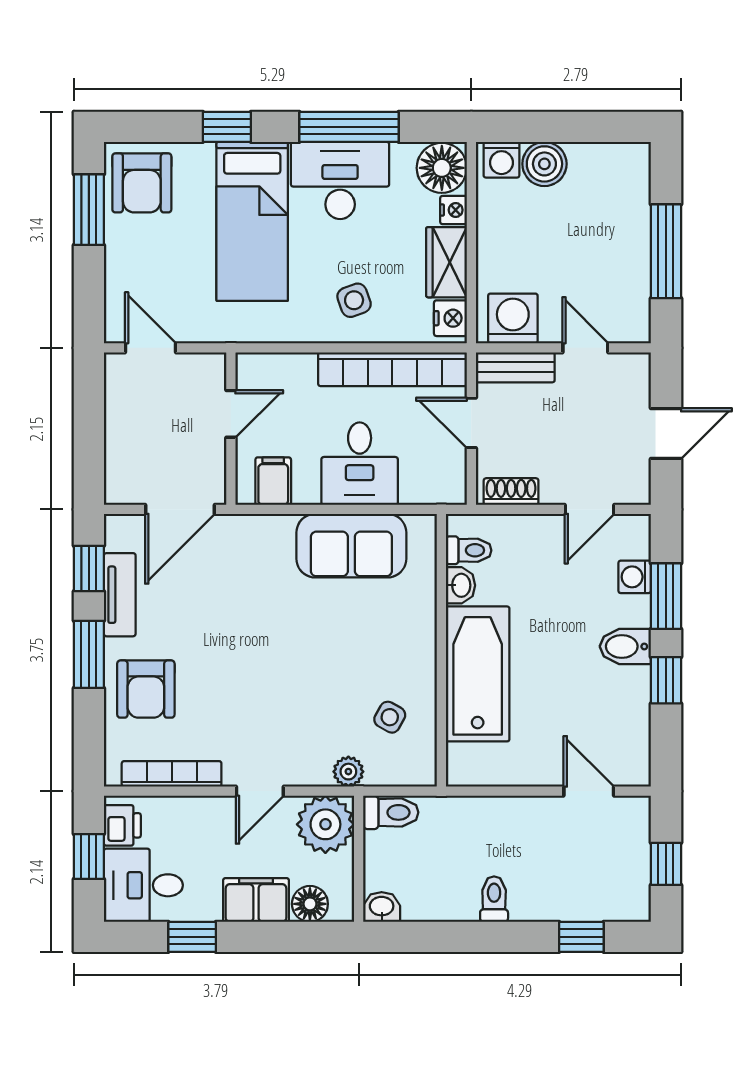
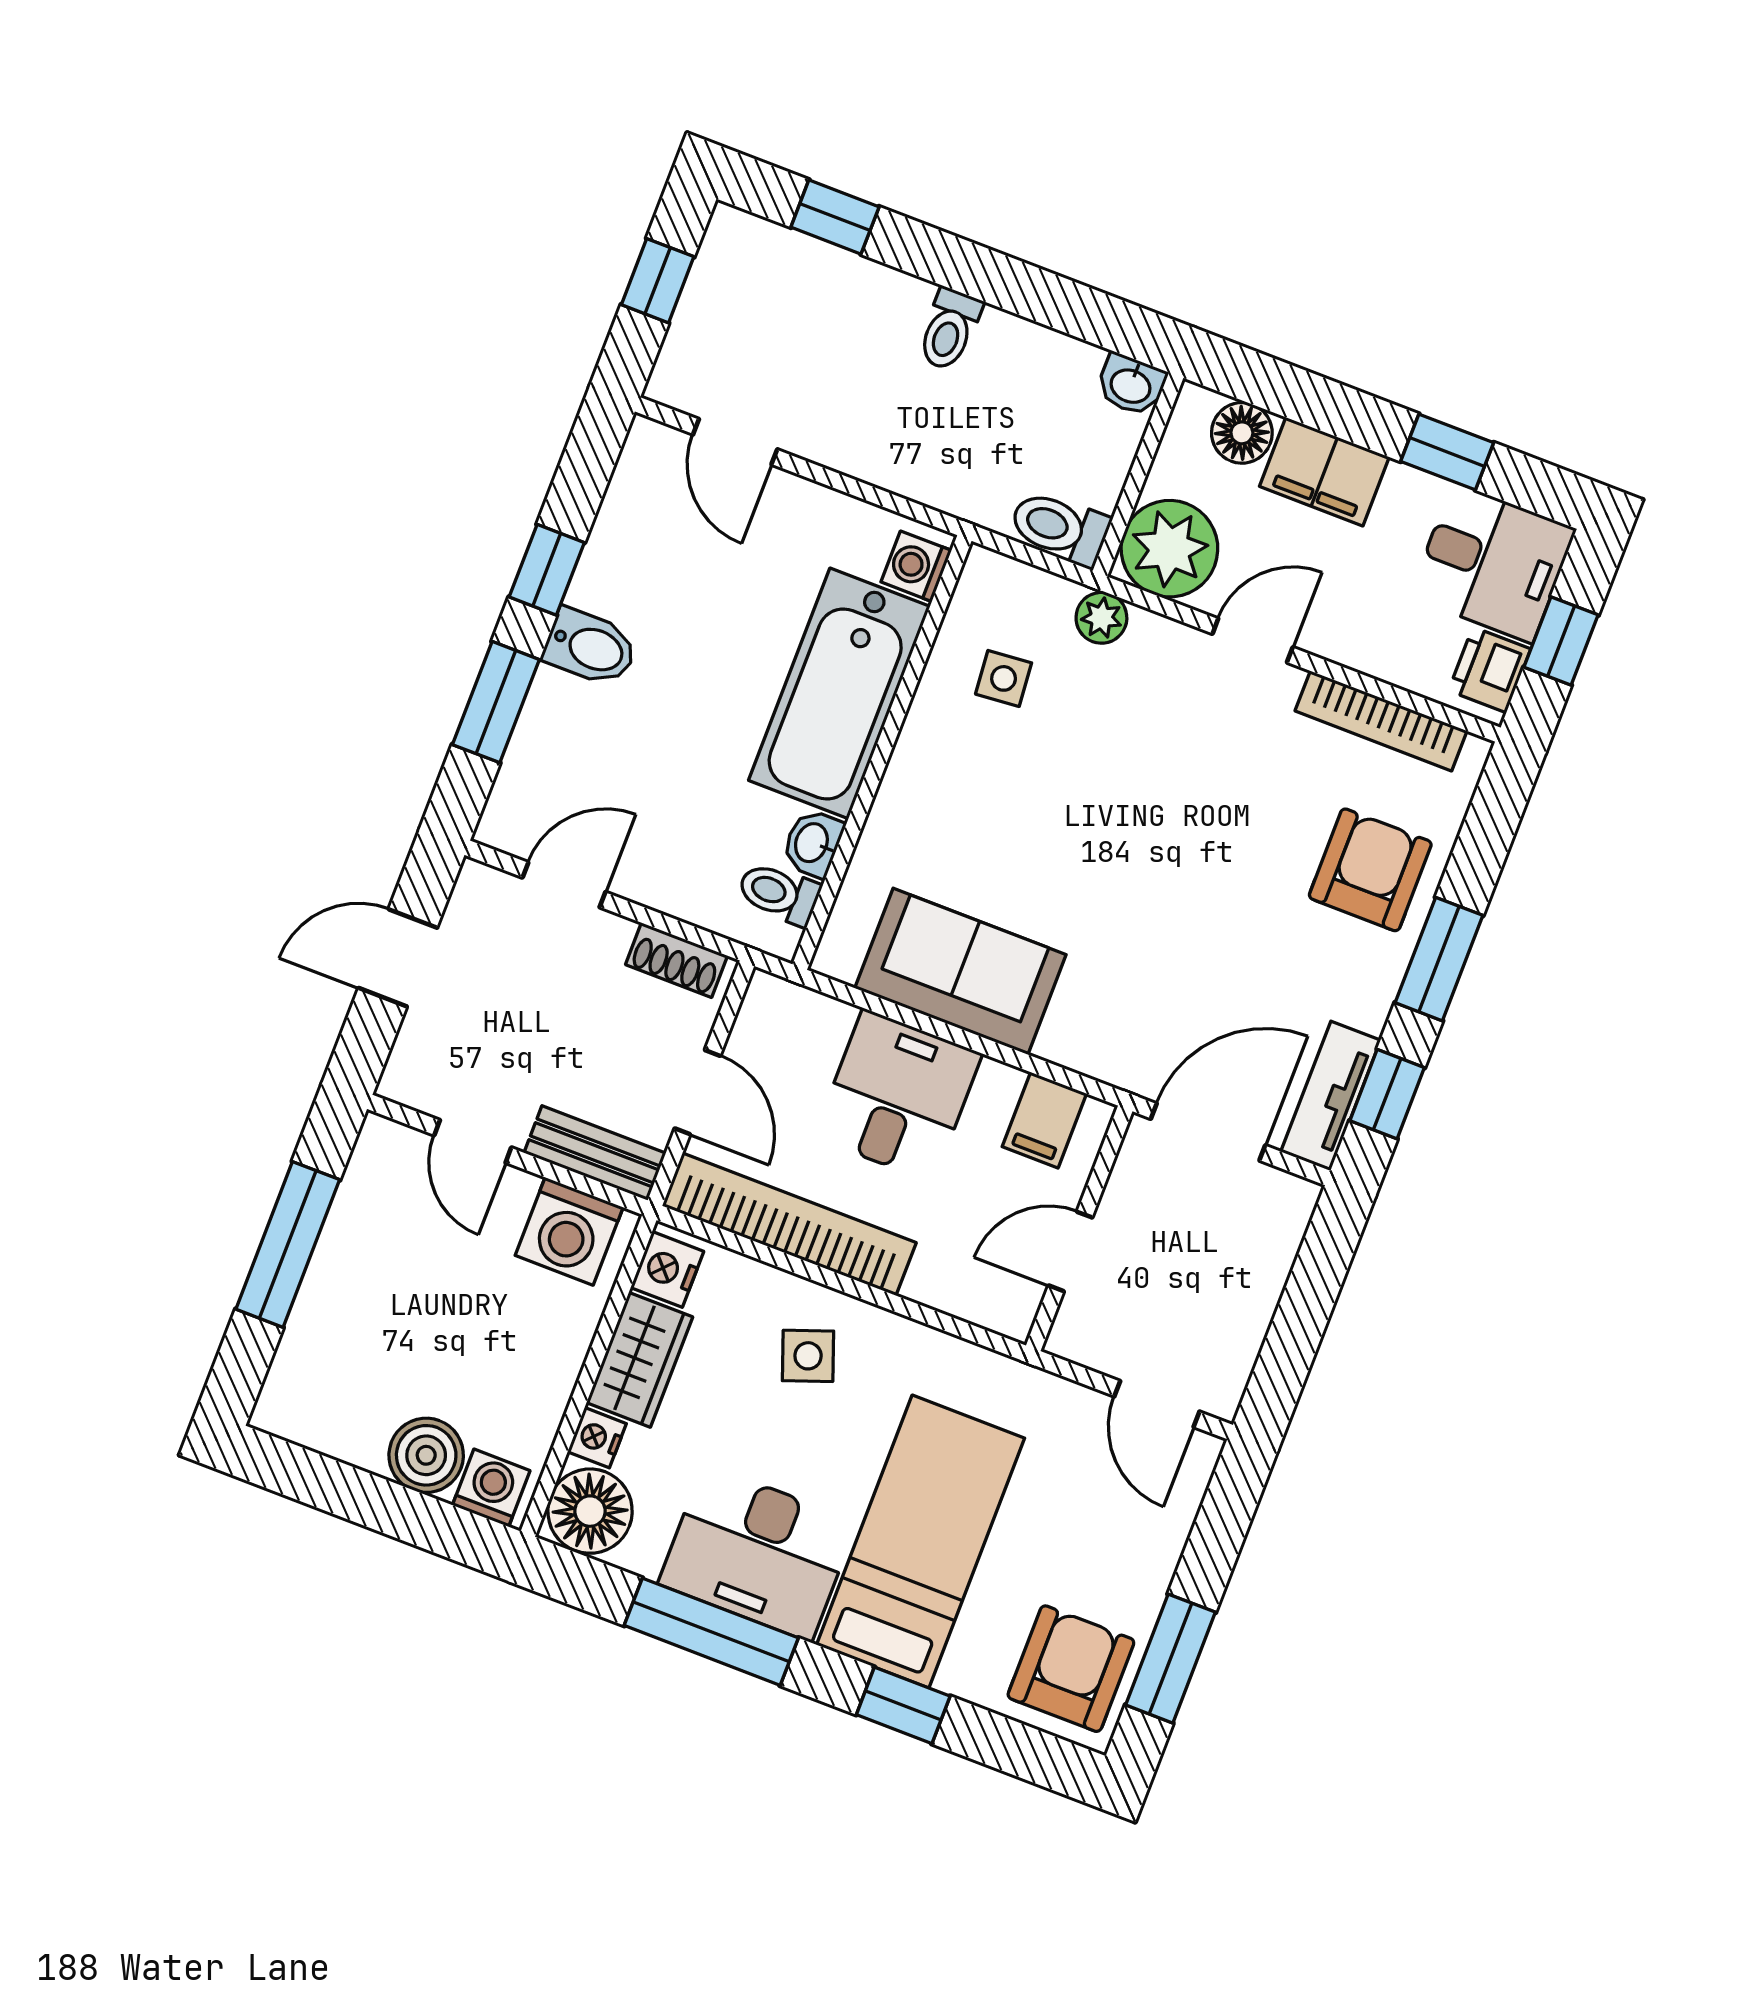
washing machine: (635, 577) -> (916, 566), moved, turned 180
tv unit: (120, 595) -> (1331, 1096), moved
side table: (390, 717) -> (1004, 678), turned -34

